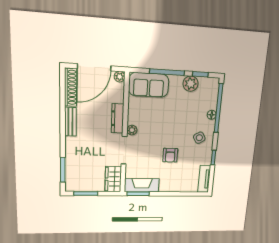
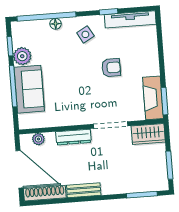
plant: (120, 77) -> (38, 139), moved
sofa: (149, 85) -> (29, 89), moved
plant: (132, 130) -> (85, 119), removed
tv unit: (204, 179) -> (130, 19), width x1.41

